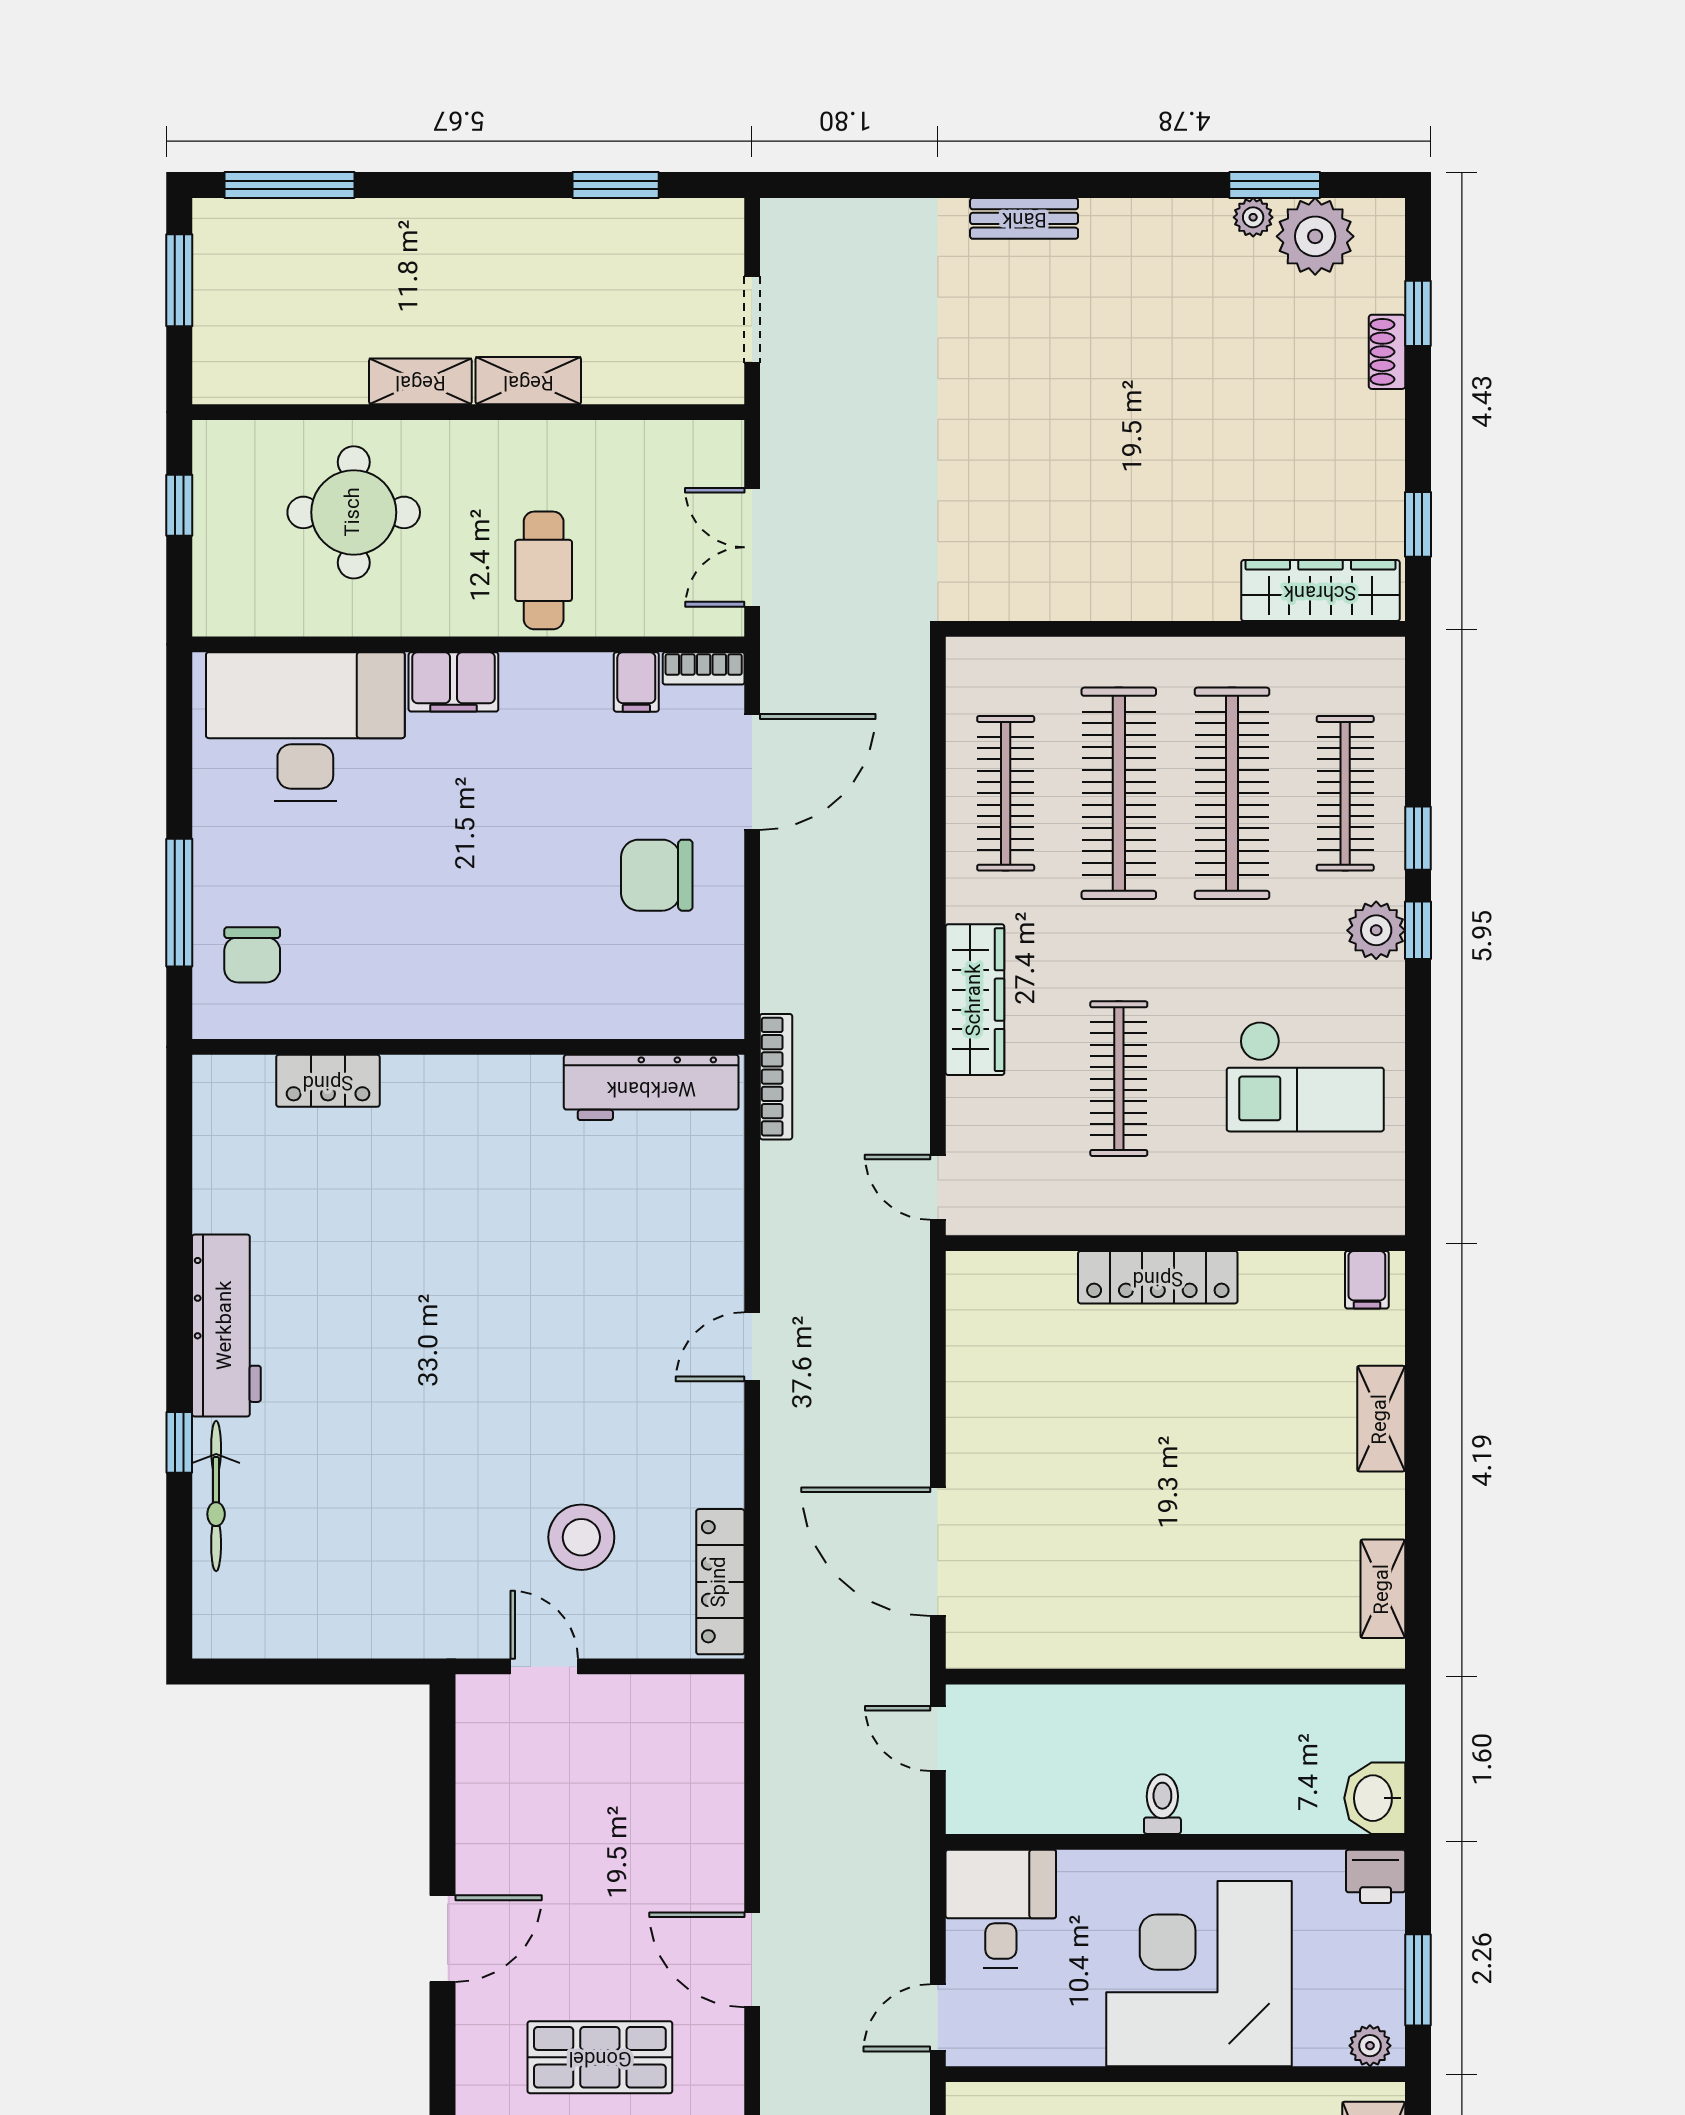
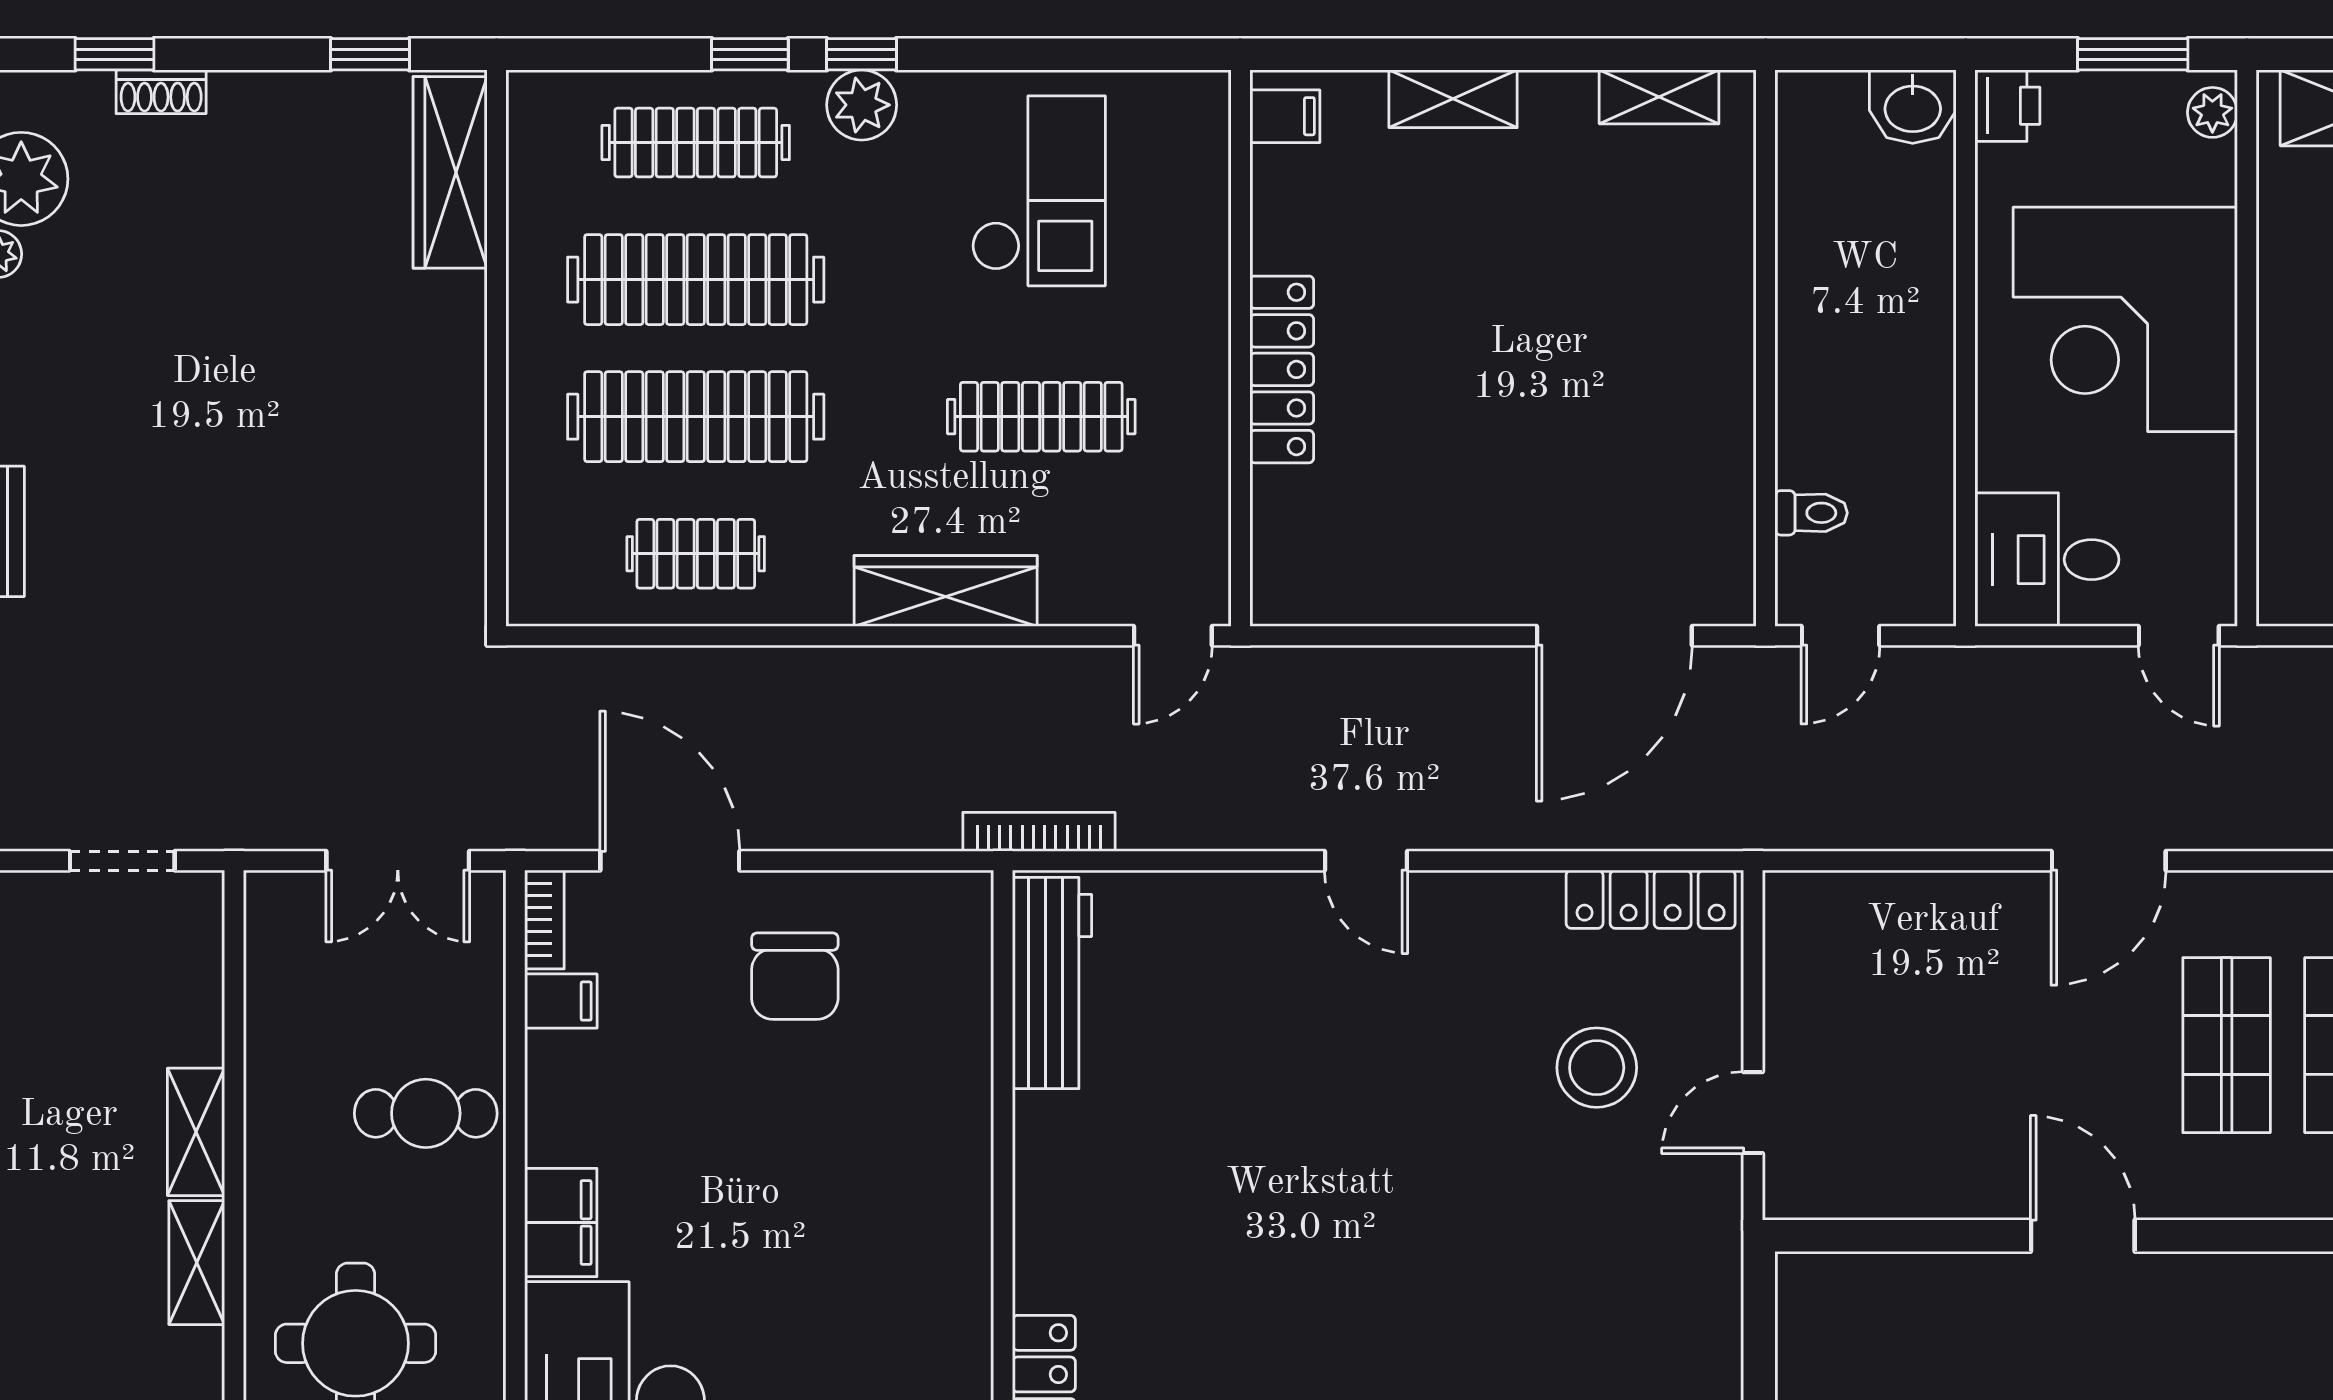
clothes rail: (1006, 793) -> (696, 554), width x0.73
toilet: (1162, 1804) -> (1811, 513), moved, turned 180

